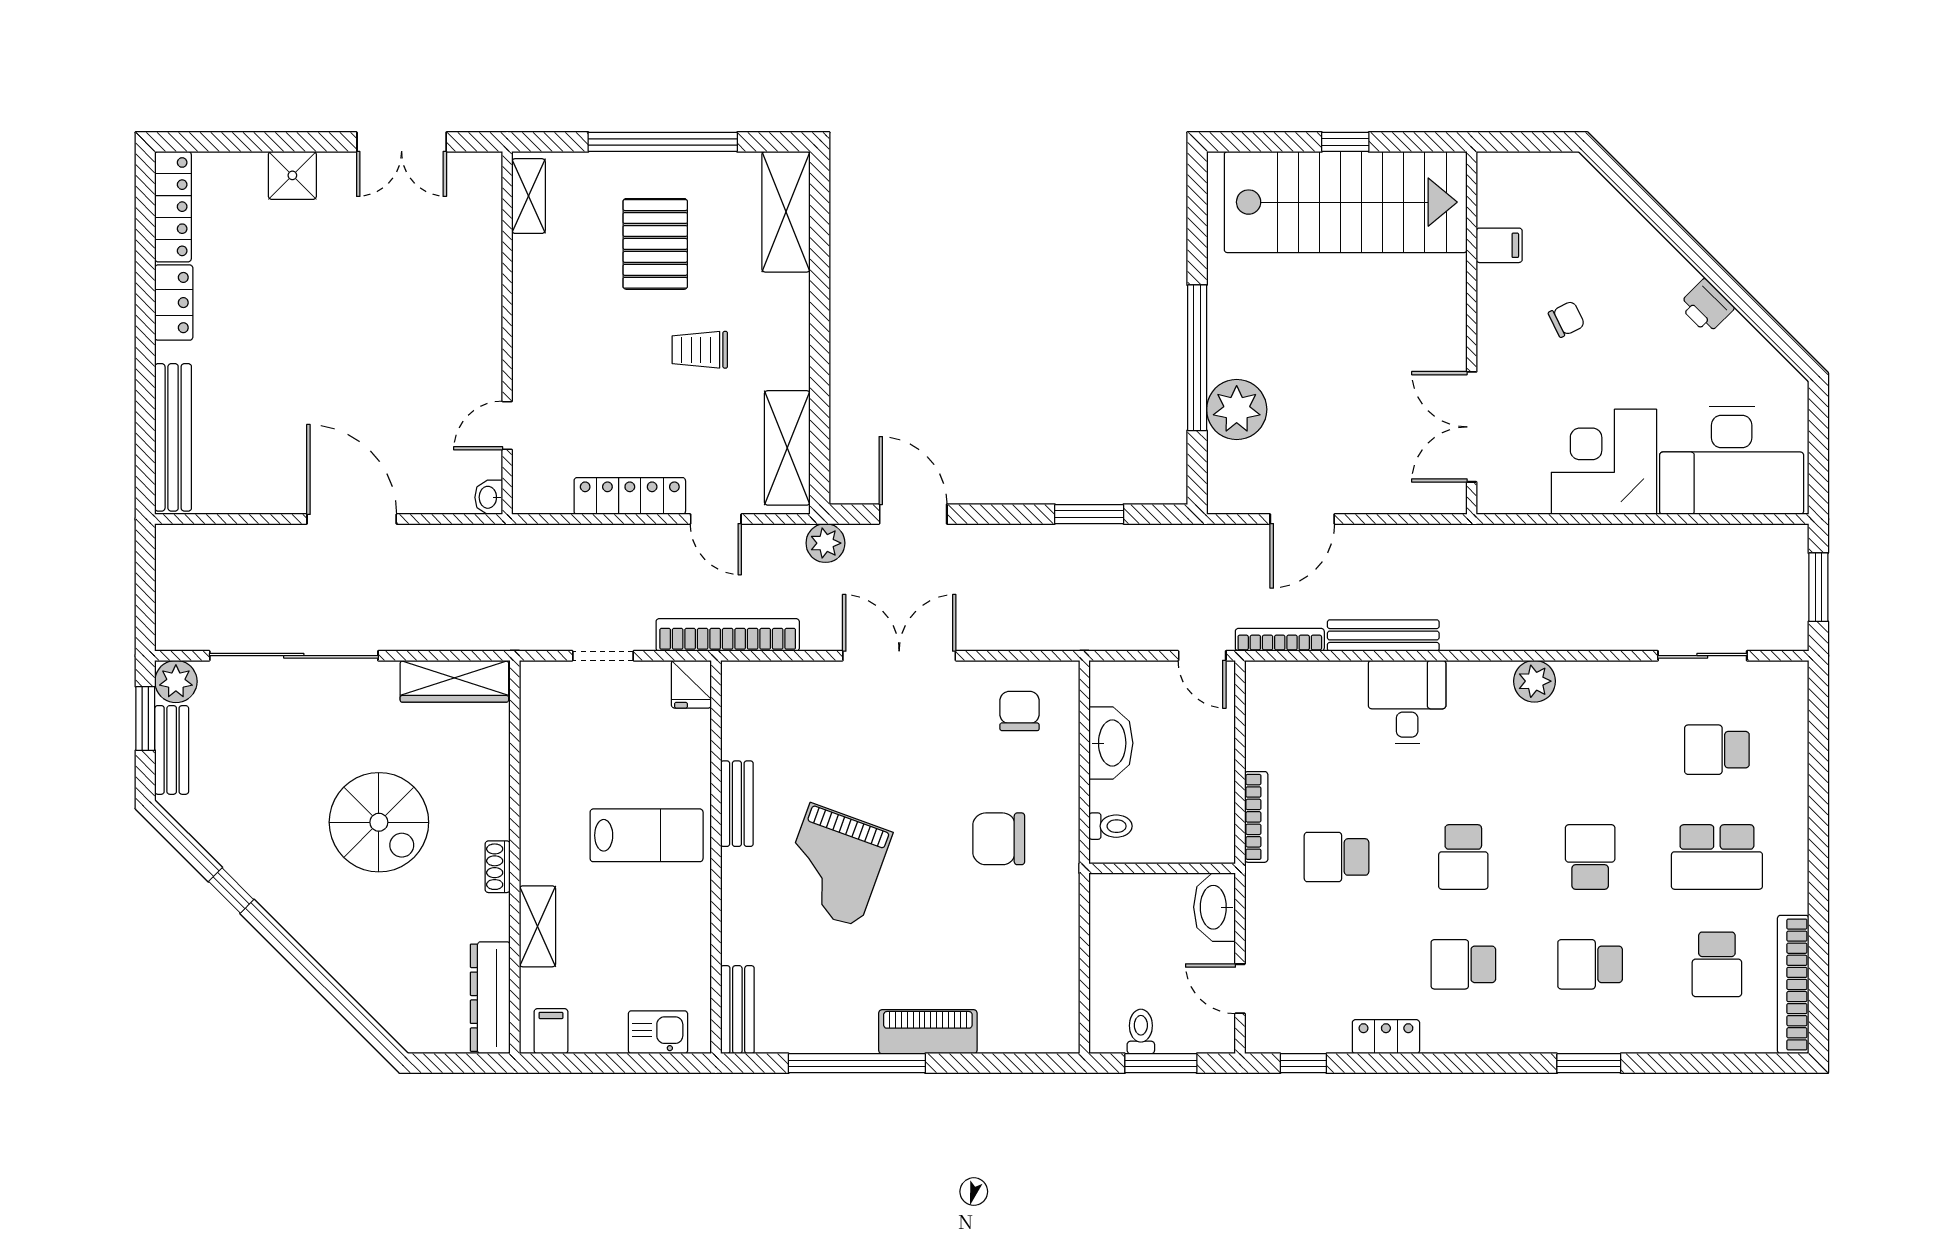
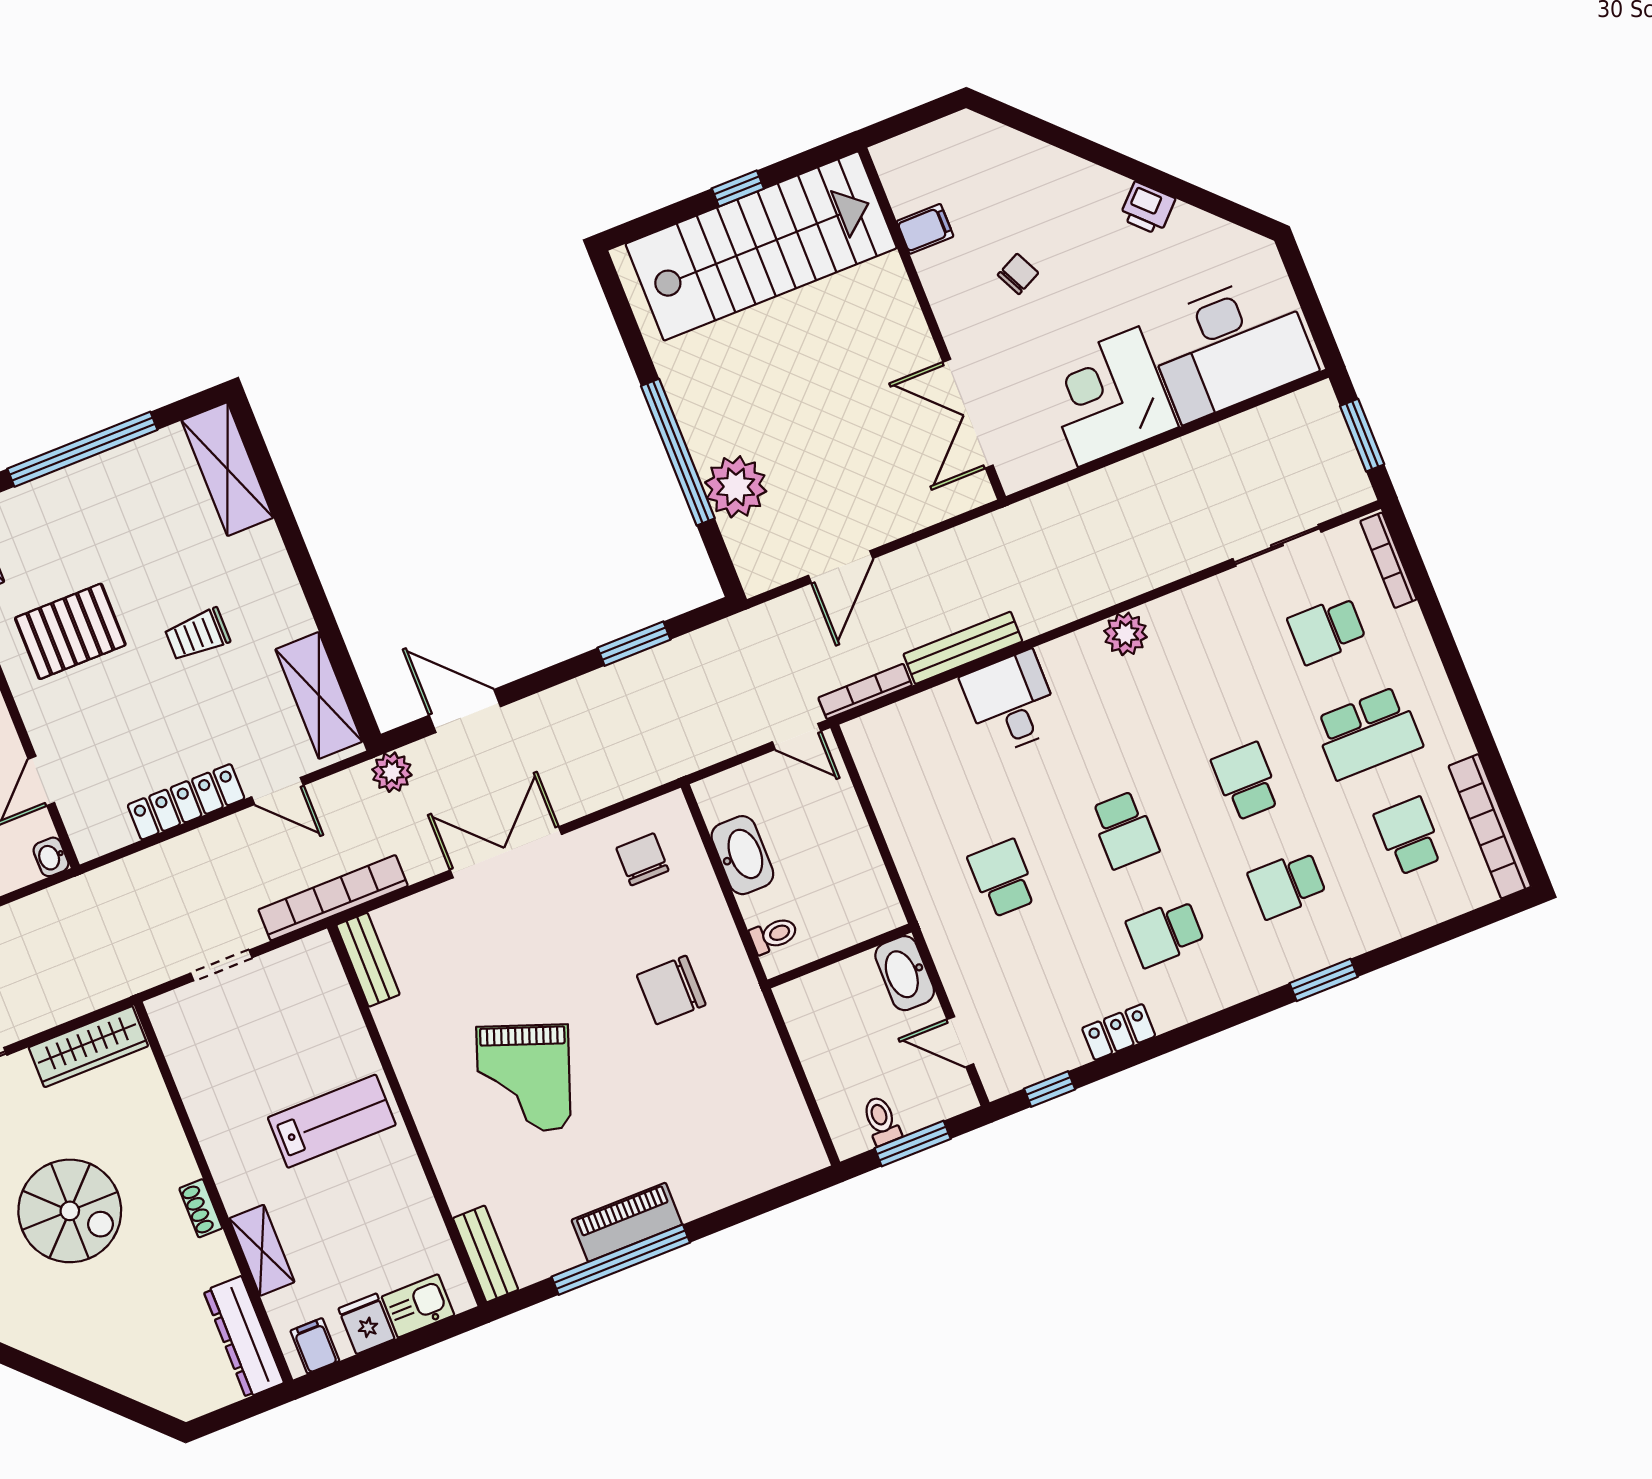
pallet: (655, 244) -> (70, 631), moved, turned 90
fridge: (691, 684) -> (366, 1324), moved, turned 180
bench: (737, 804) -> (368, 960), moved
bookcase: (1256, 817) -> (1388, 560), moved, turned 180
school desk: (1336, 857) -> (1003, 878), turned 90
school desk: (1717, 964) -> (1409, 836), turned 180
piano: (928, 1032) -> (627, 1222), moved

